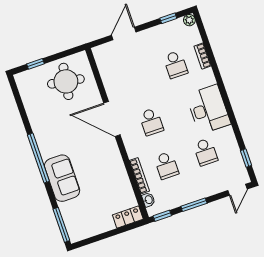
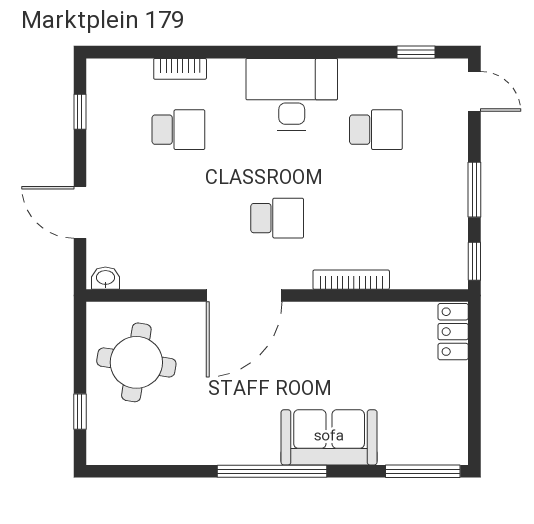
plant: (189, 20) -> (98, 71), removed
school desk: (166, 165) -> (376, 218), removed
bookcase: (139, 176) -> (351, 280), moved
washbasin: (148, 200) -> (105, 278), moved

